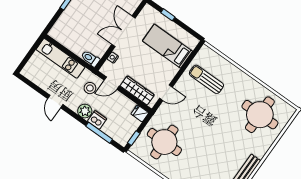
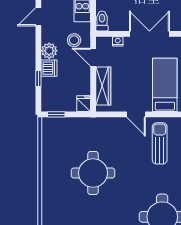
door: (166, 93) -> (136, 114), moved
window: (99, 133) -> (38, 79), width x0.46
round table: (164, 142) -> (93, 173), moved

